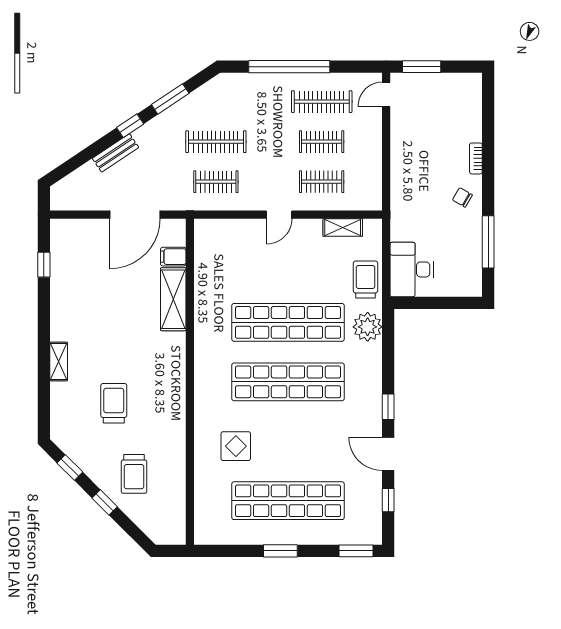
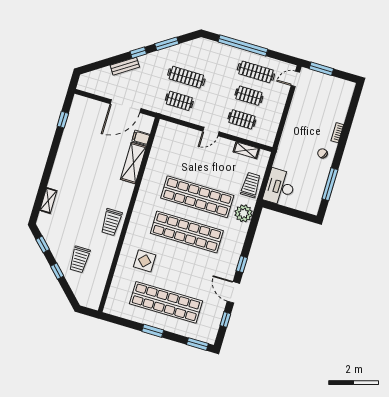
shelving: (59, 361) -> (48, 201), moved
trolley: (114, 403) -> (111, 222), moved, turned 180

